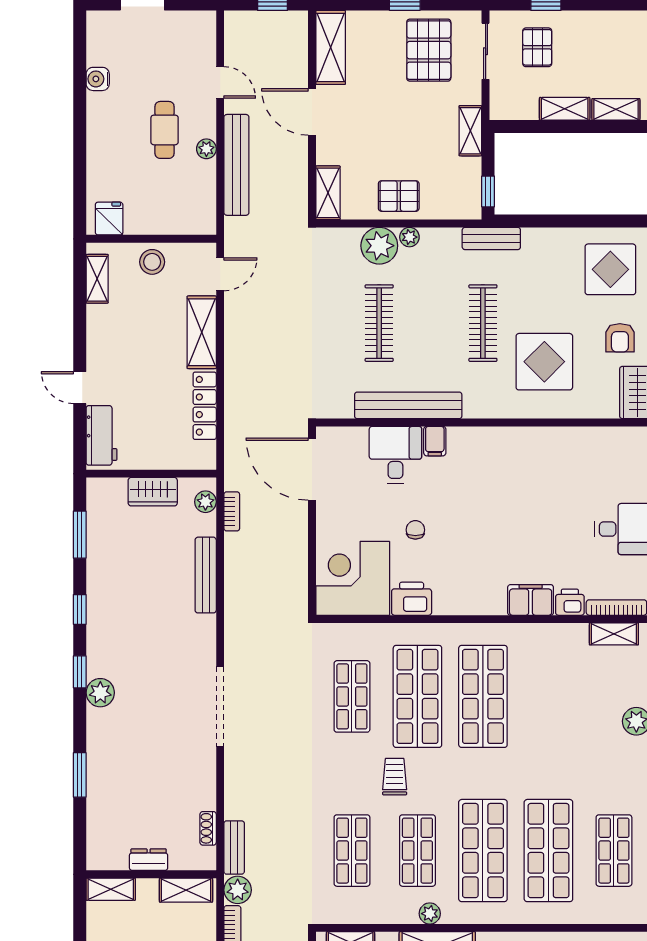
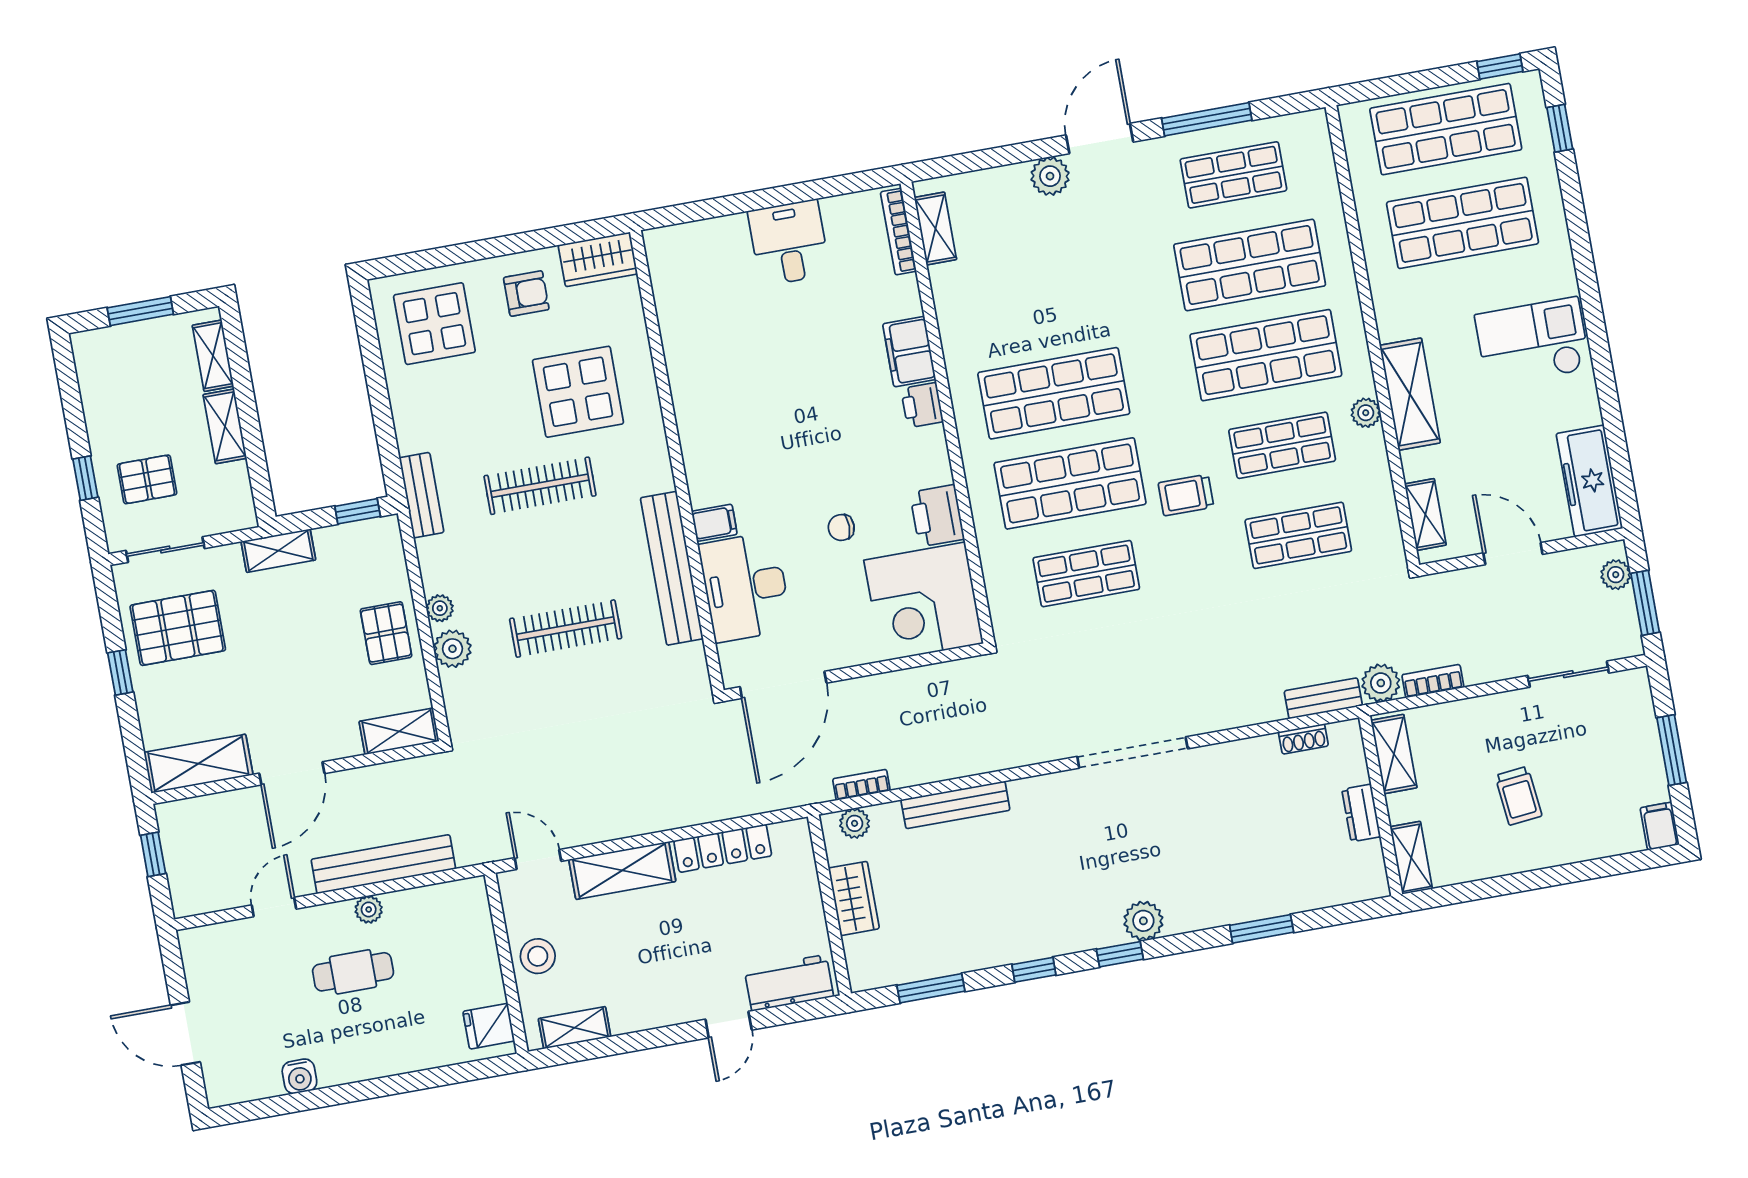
plant: (379, 246) -> (452, 649), width x0.73, depth x0.73
desk: (395, 455) -> (745, 587), width x1.37
printer: (570, 602) -> (922, 405), moved

